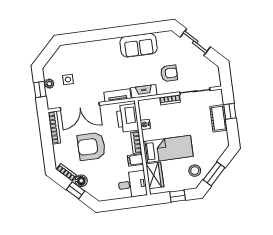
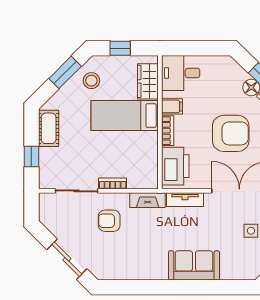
sofa: (139, 45) -> (194, 265), moved
cot: (219, 118) -> (49, 128), moved
nightstand: (145, 124) -> (152, 154), removed

